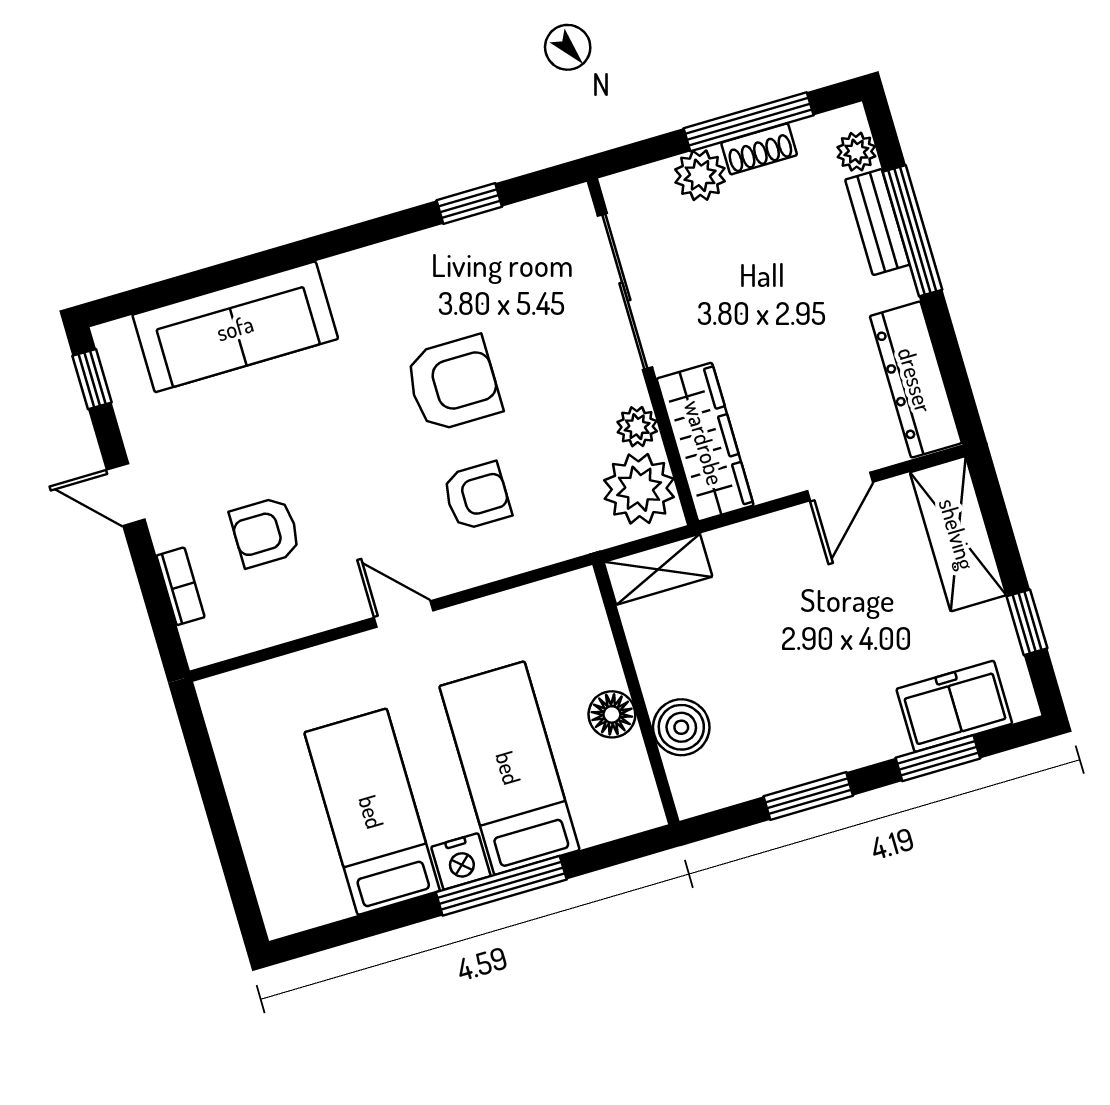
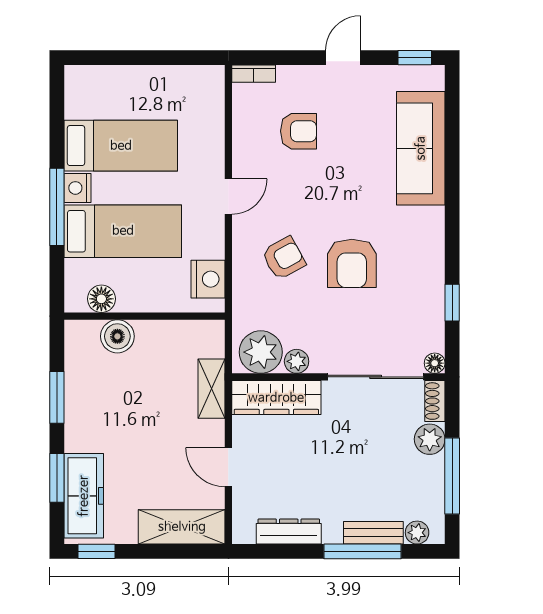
shoe rack: (759, 149) -> (435, 401), moved
floor lamp: (575, 203) -> (435, 363), added
dresser: (916, 380) -> (289, 532), width x0.73, depth x0.80
armchair: (477, 496) -> (284, 258), turned -119
armchair: (265, 532) -> (299, 131), turned 90
shelving: (658, 569) -> (212, 389), moved
bookcase: (180, 586) -> (254, 74), moved
nightstand: (546, 608) -> (208, 279), added
window: (1027, 622) -> (96, 551), moved
freezer: (954, 706) -> (84, 496), width x1.40
floor lamp: (612, 714) -> (101, 299), moved

